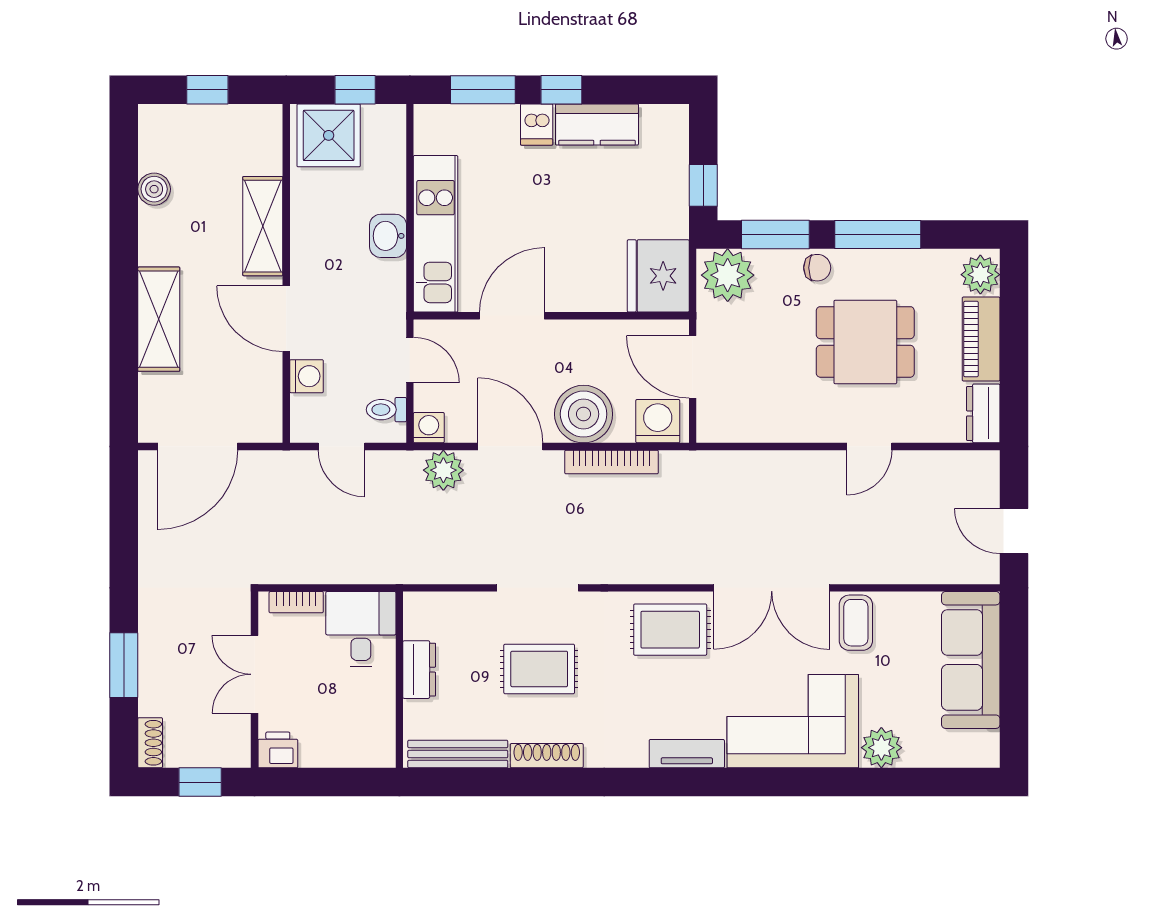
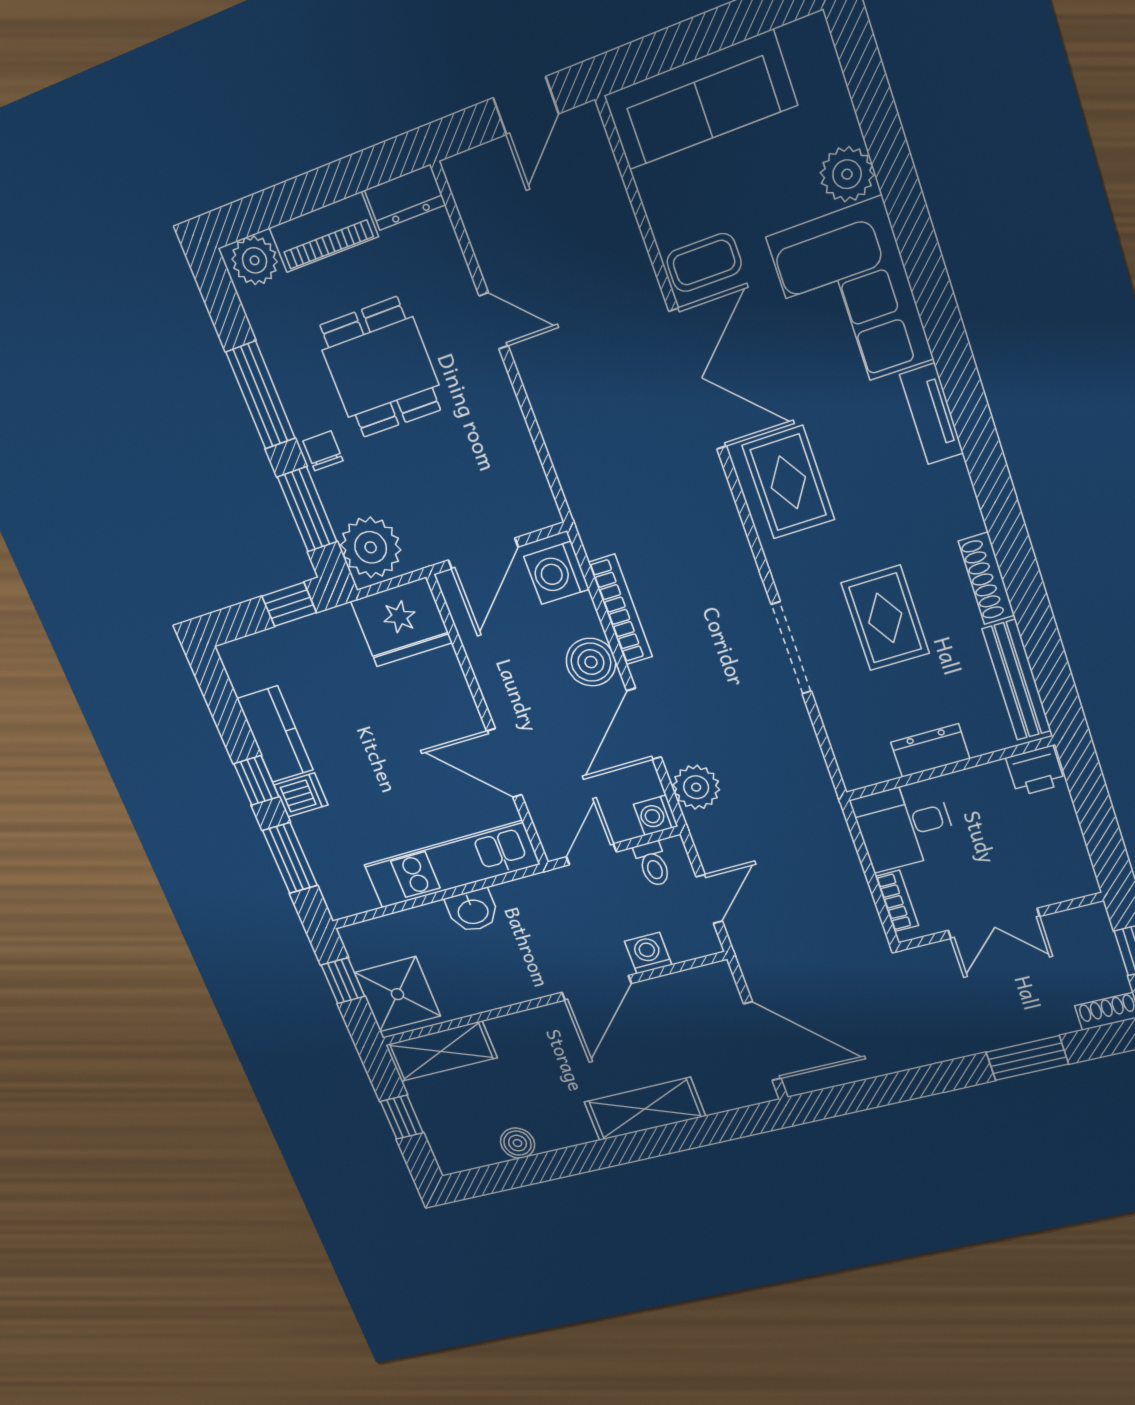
shelving: (263, 226) -> (441, 1051), moved
boiler: (584, 414) -> (591, 662), width x0.73, depth x0.73
printer: (278, 750) -> (1035, 771), moved, turned -90

